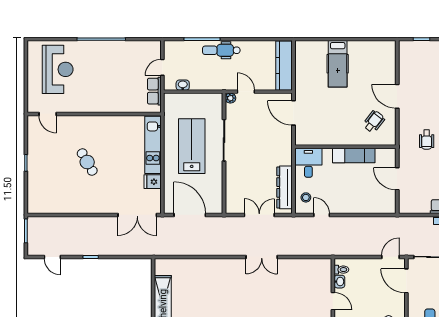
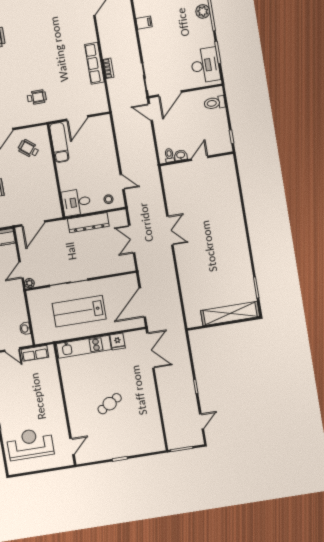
exam couch: (354, 155) -> (59, 142), moved
dresser: (285, 187) -> (88, 223), moved
door: (322, 215) -> (122, 182), swing flipped

